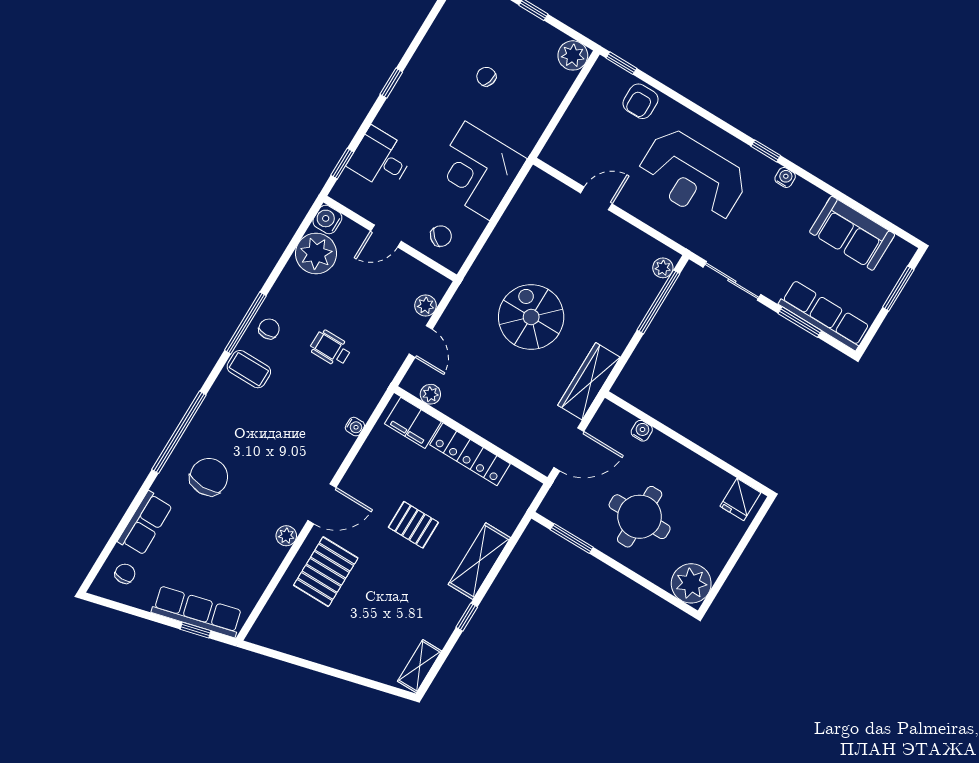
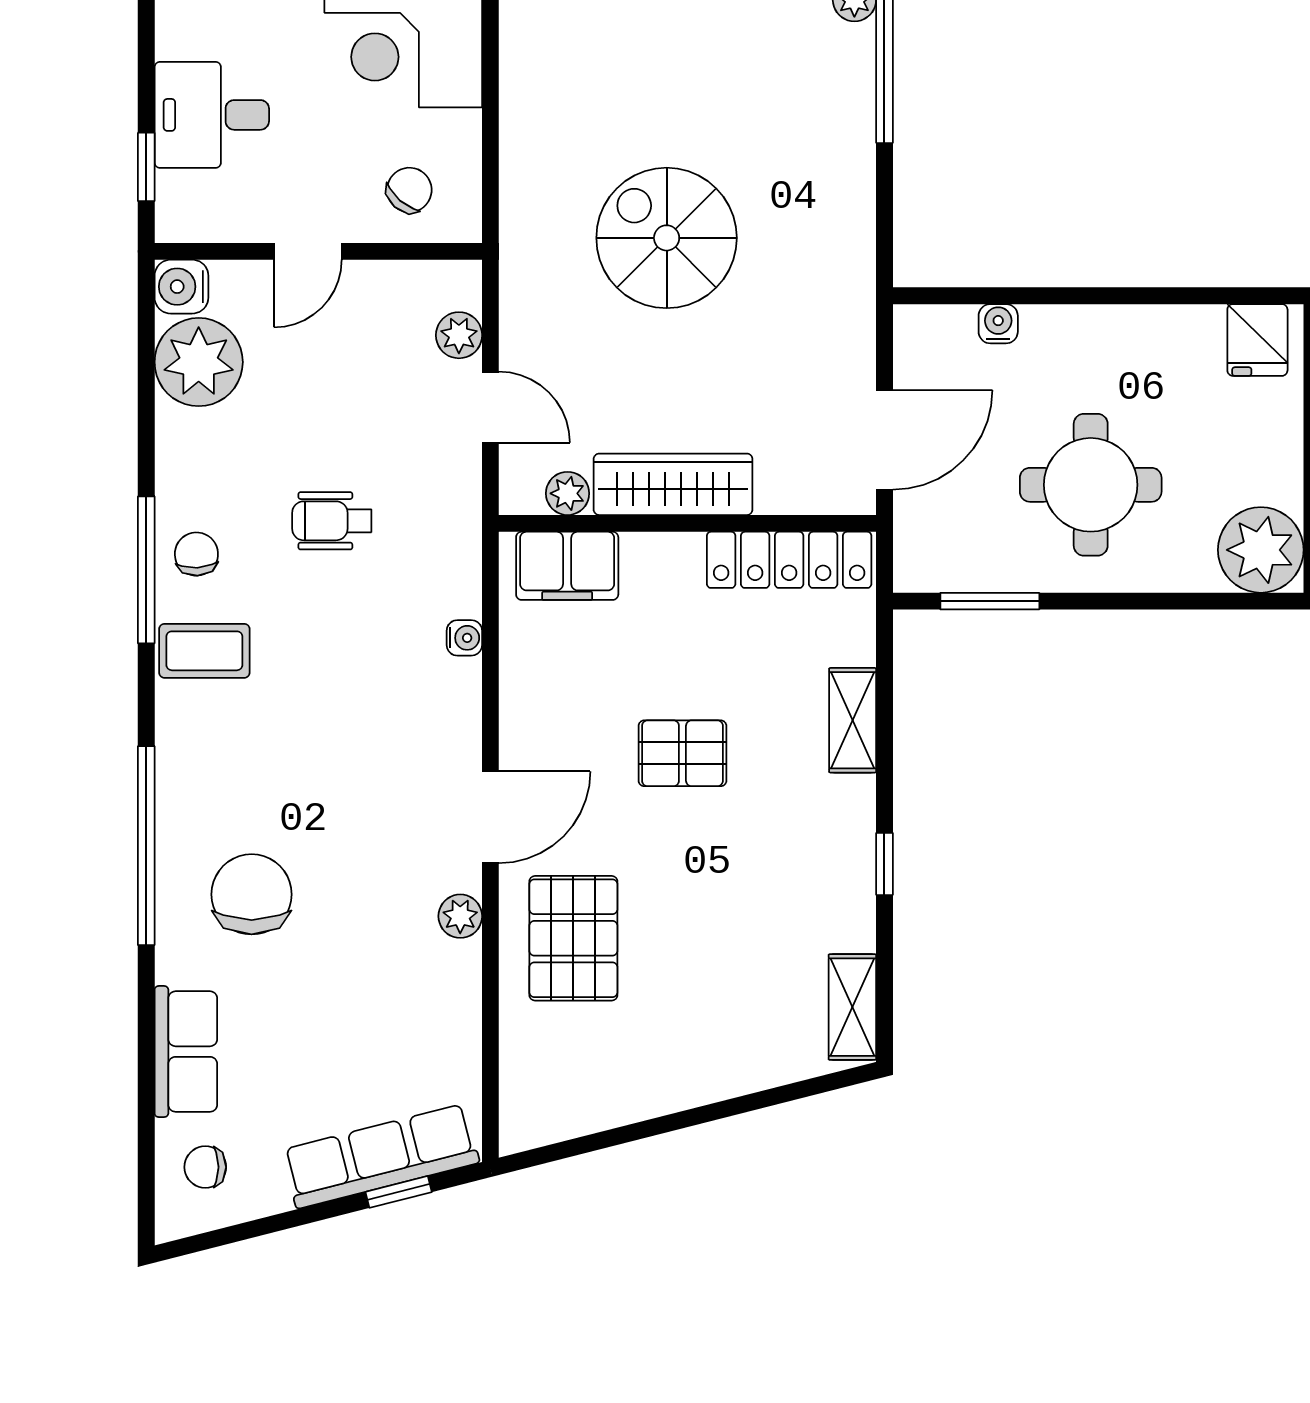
wardrobe: (589, 381) -> (673, 484), moved, turned 90
locker: (470, 454) -> (789, 560), moved
shelving: (479, 561) -> (853, 720), width x0.67, depth x0.75
chair: (125, 574) -> (205, 1167), turned -90

